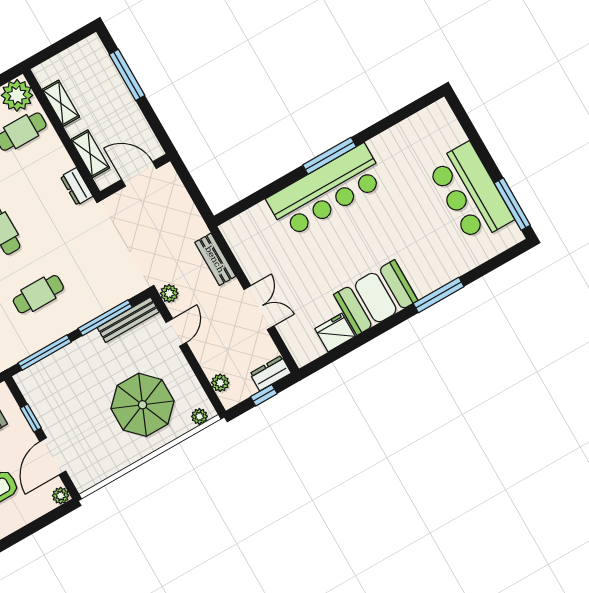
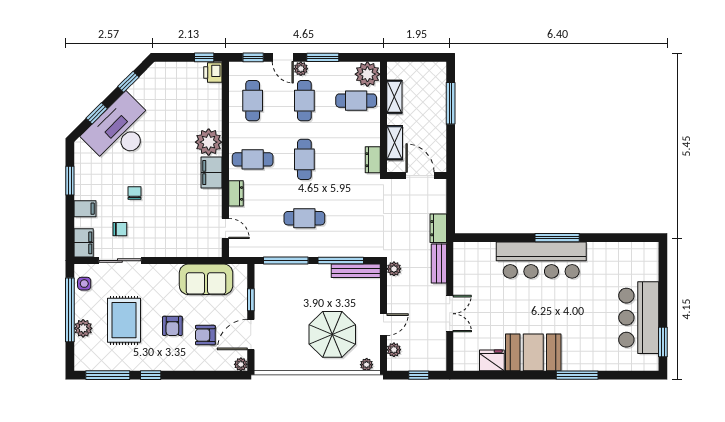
window: (512, 204) -> (663, 342), width x0.69
door: (176, 333) -> (383, 325), moved
dresser: (270, 373) -> (438, 228), moved, turned -90

